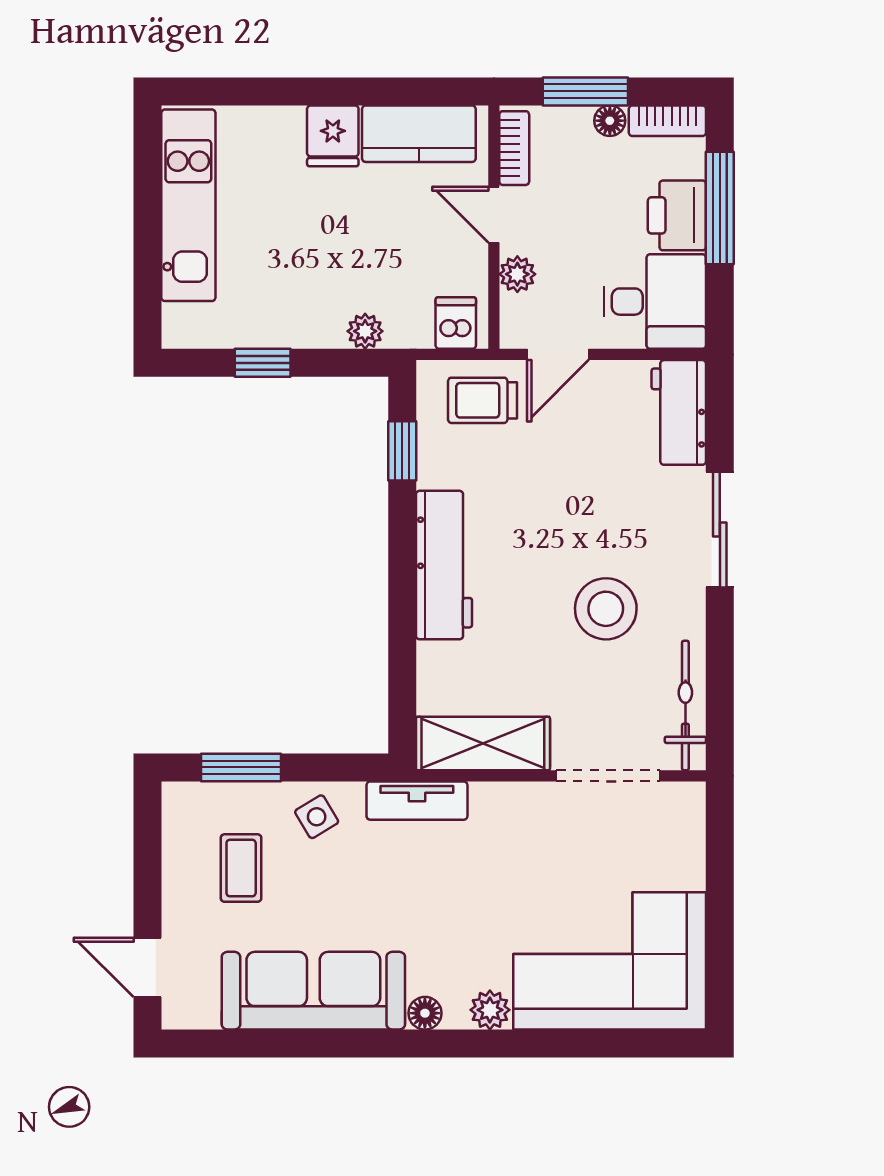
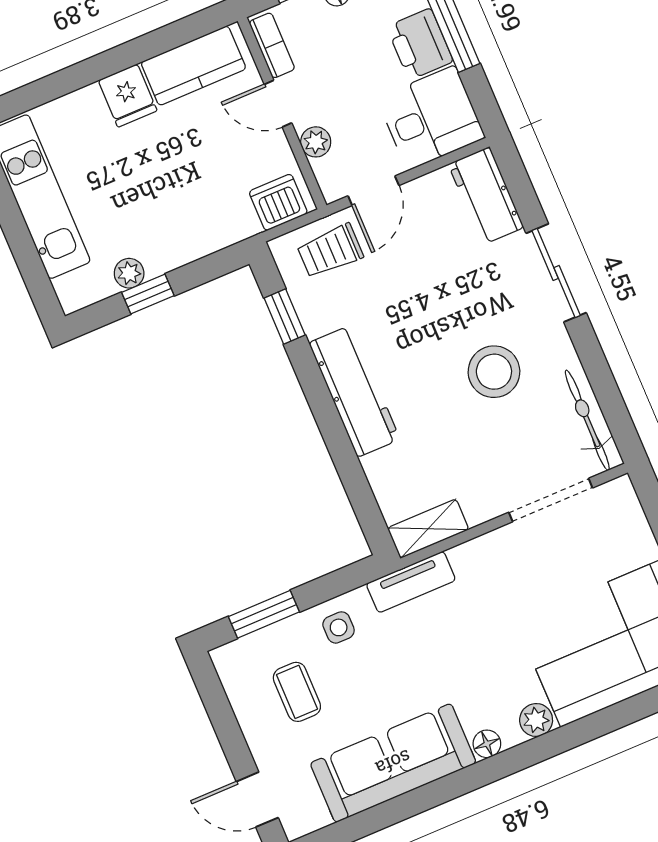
dishwasher: (456, 323) -> (278, 202), width x1.38
plant: (365, 331) -> (129, 273), moved
shelving: (483, 743) -> (428, 529), width x0.67, depth x0.75
side table: (317, 817) -> (339, 627), turned 31

